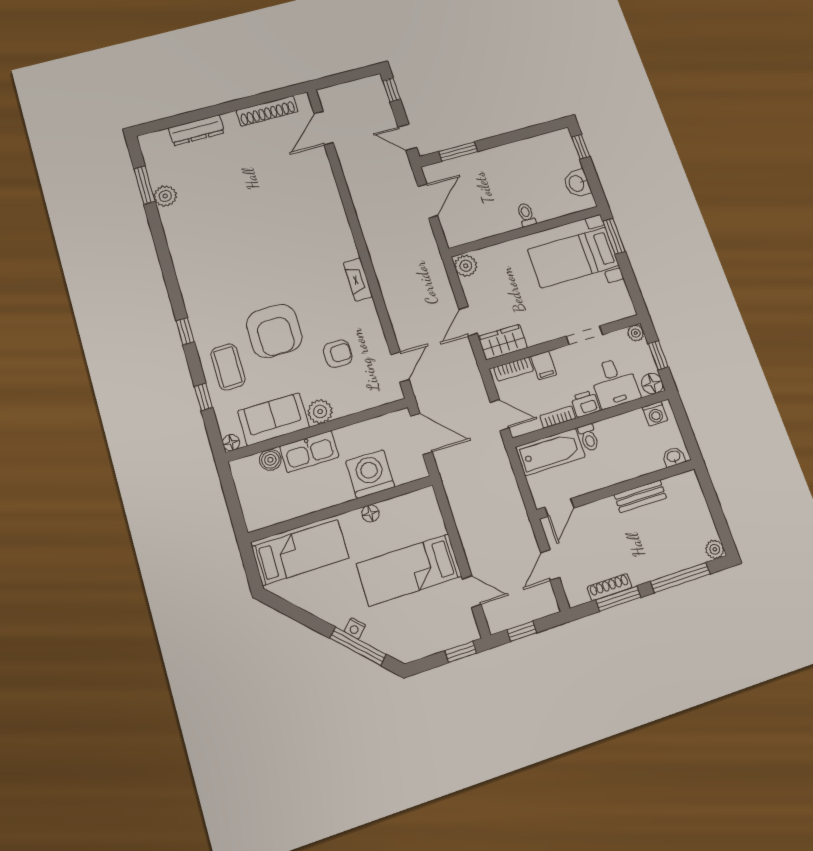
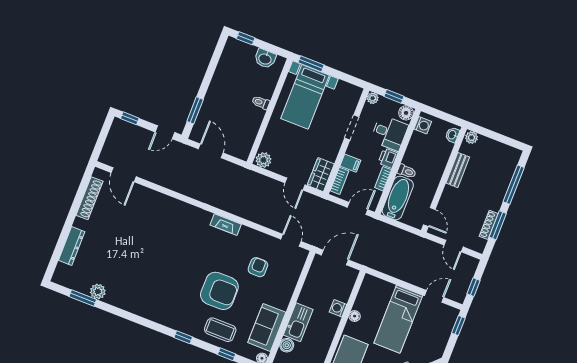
plant: (320, 412) -> (282, 301), removed
washing machine: (370, 474) -> (338, 308), width x0.53, depth x0.53
plant: (715, 549) -> (472, 137), moved

